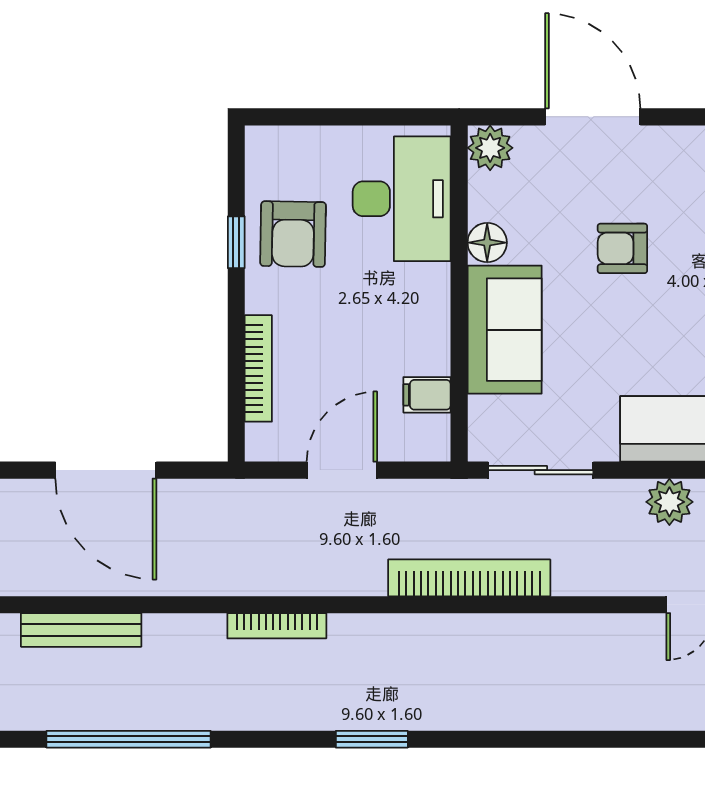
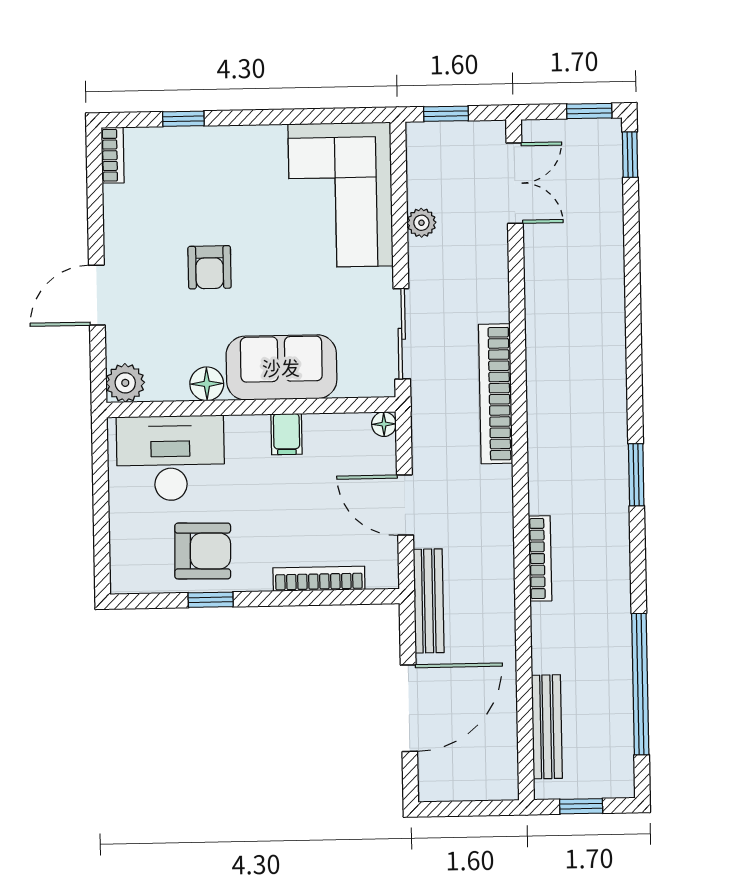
door: (593, 117) -> (97, 295), width x0.73
filing cabinet: (427, 395) -> (287, 434), moved
floor lamp: (436, 447) -> (384, 424), added
bench: (230, 495) -> (429, 601), added
plant: (669, 502) -> (421, 223), width x0.73, depth x0.73

